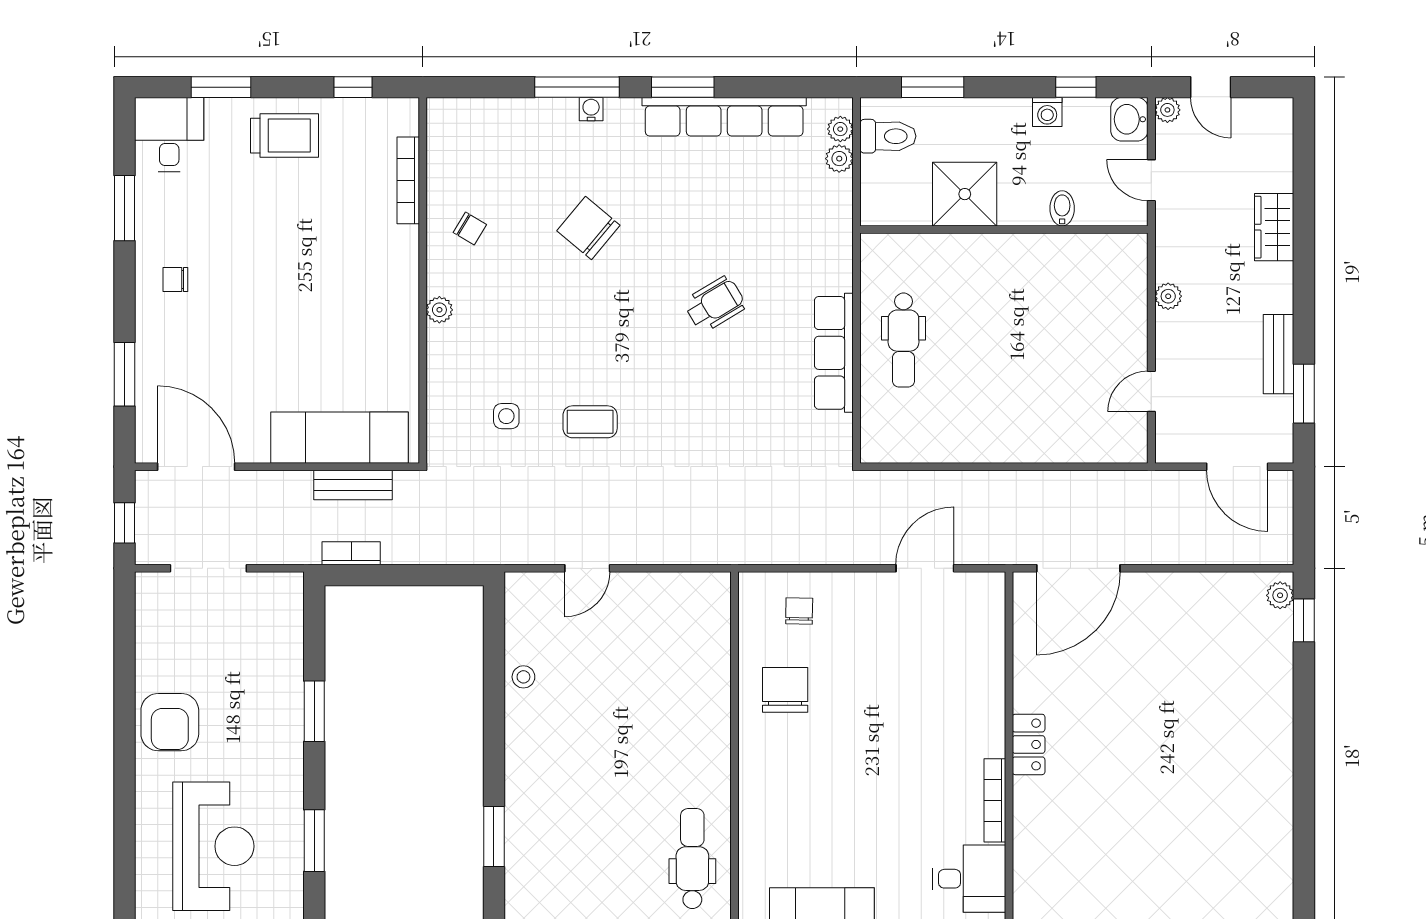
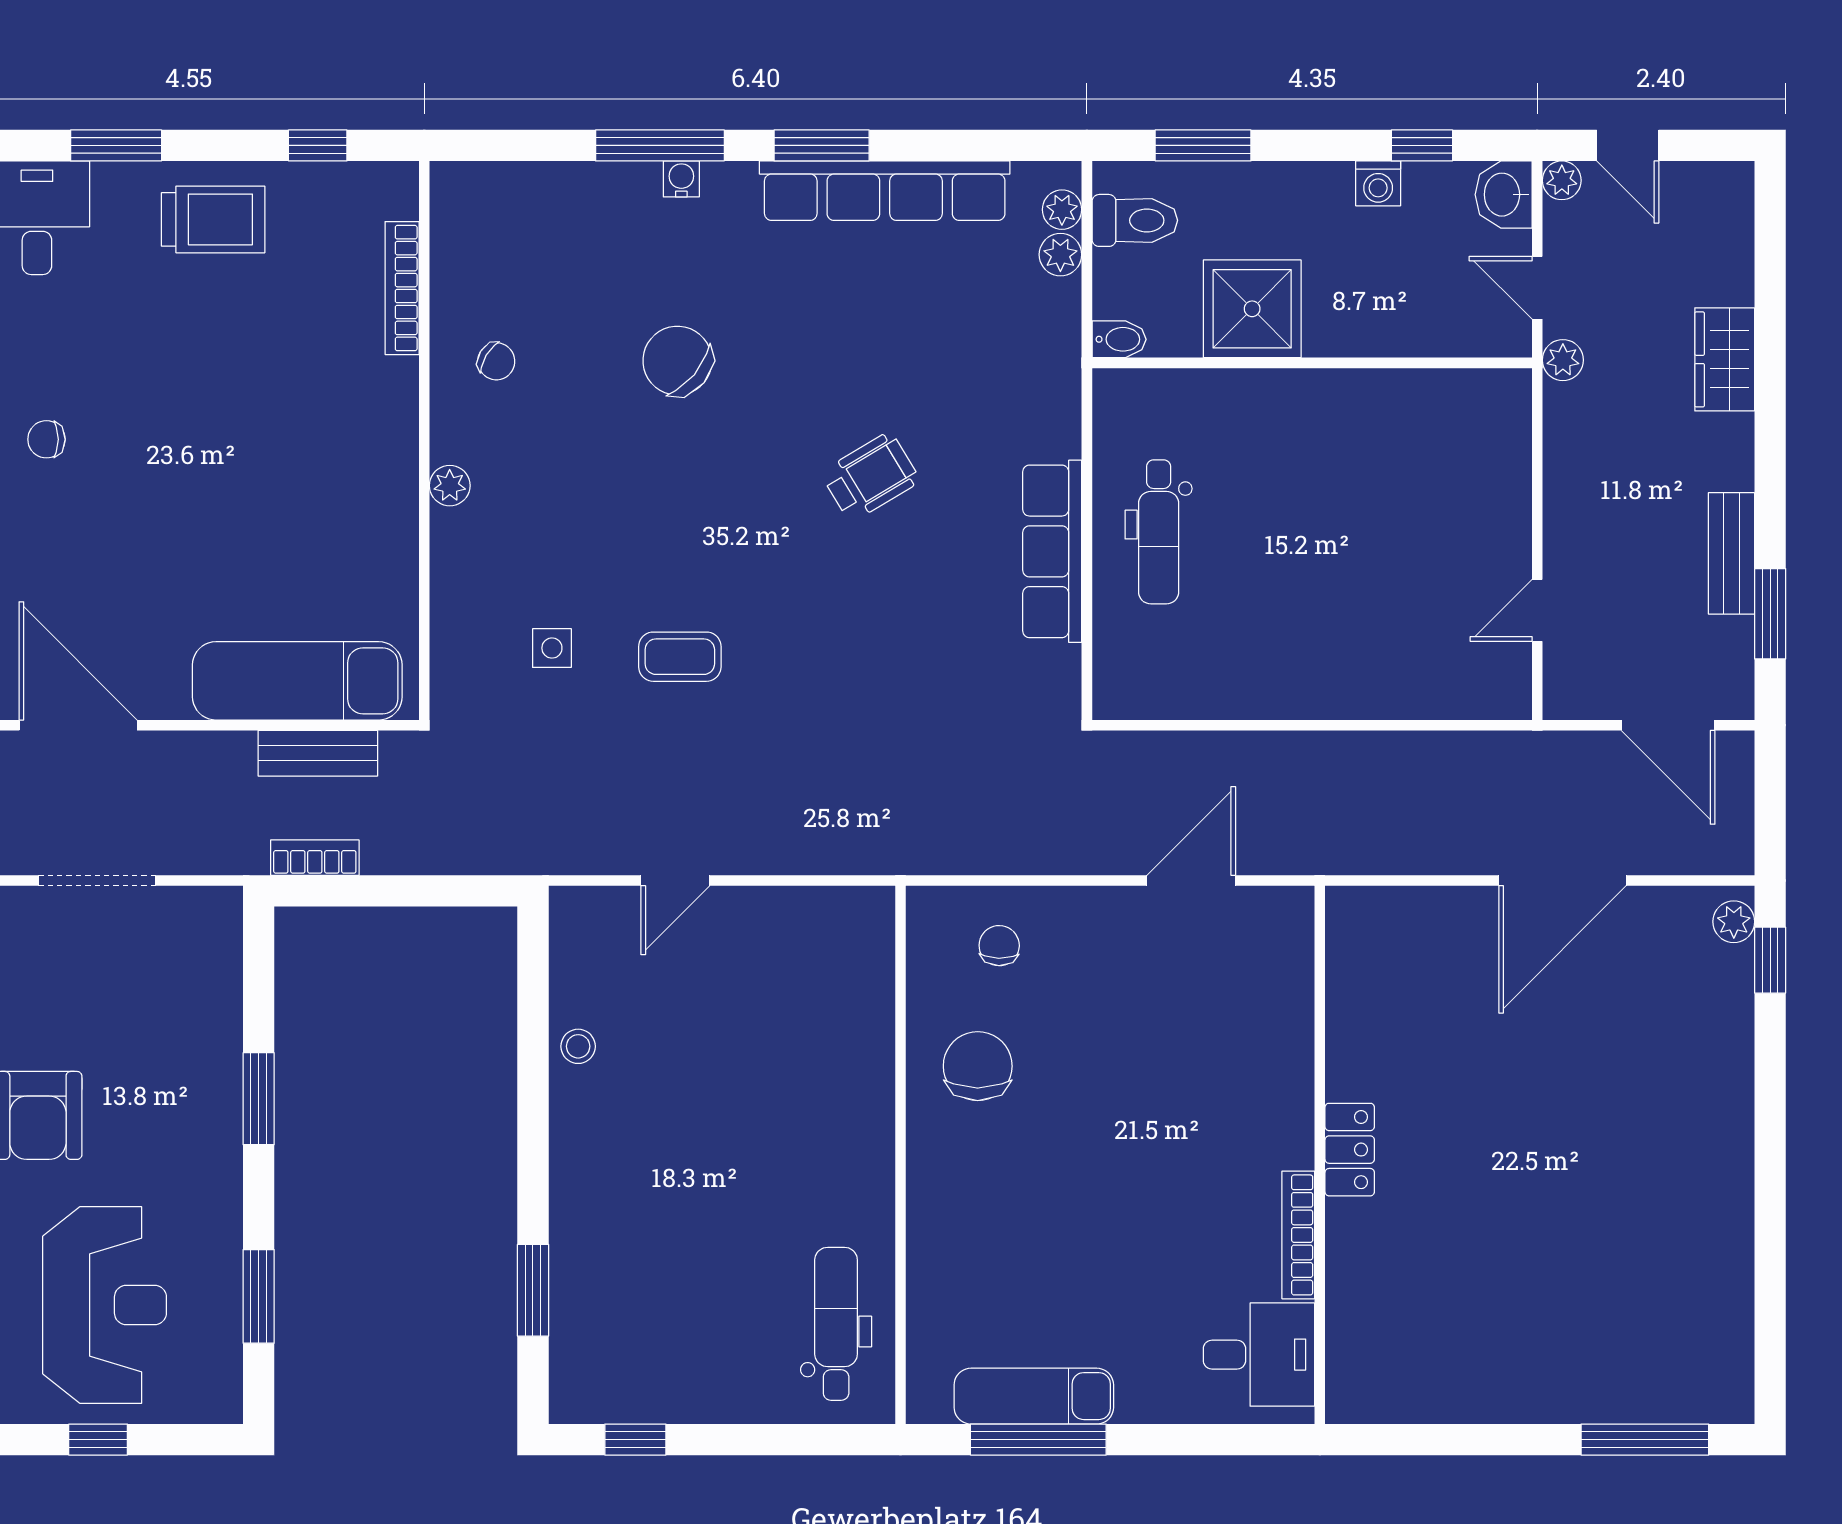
bidet: (1062, 208) -> (1119, 339), moved, turned 90
plant: (1168, 296) -> (1563, 360), moved
door: (1078, 568) -> (1562, 880), moved

